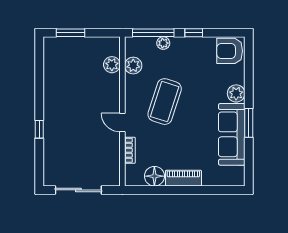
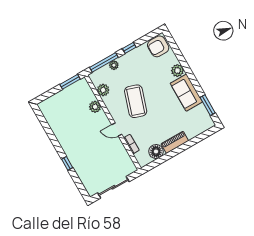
window: (71, 33) -> (70, 82), moved
plant: (112, 65) -> (95, 107), moved
window: (249, 123) -> (208, 105), moved
sofa: (232, 134) -> (186, 93), width x0.73

